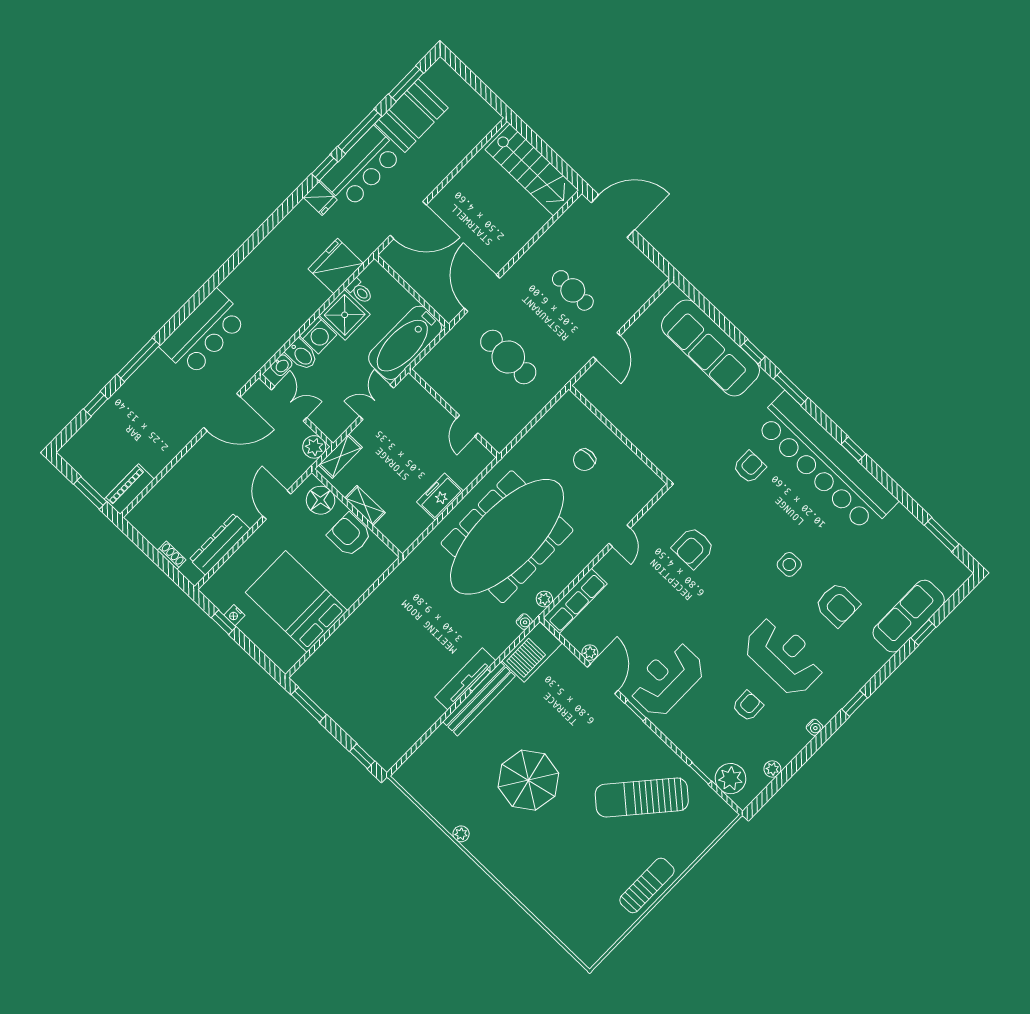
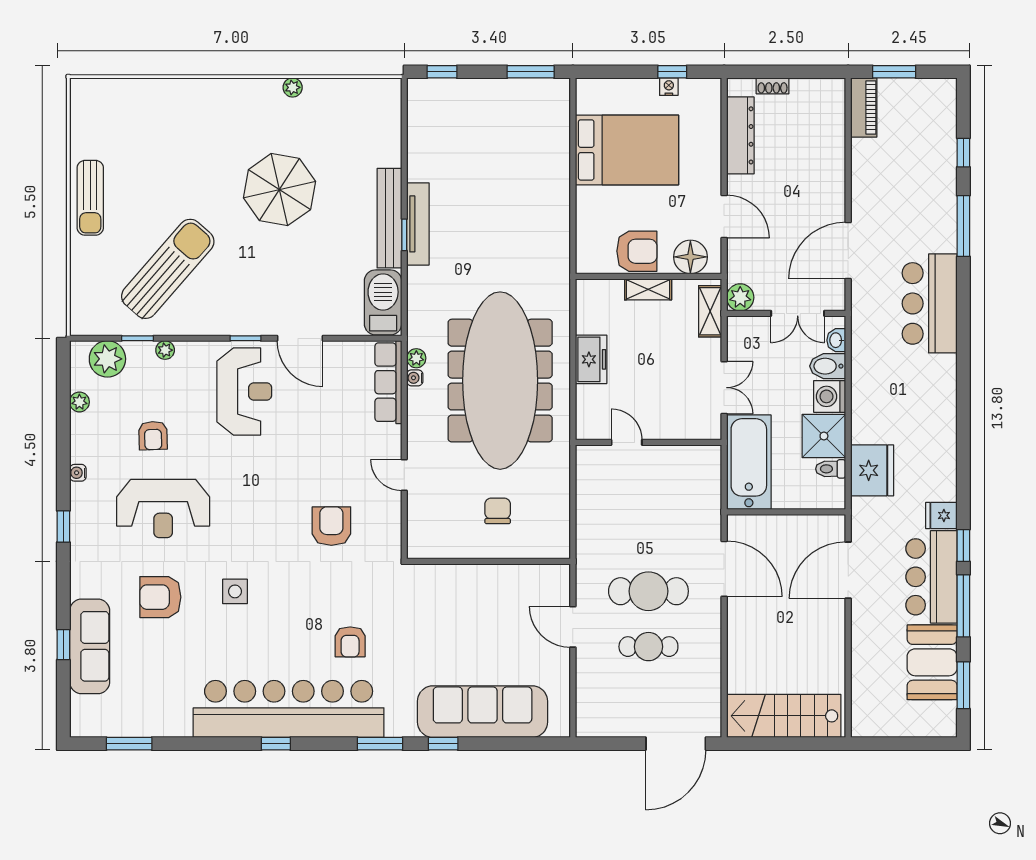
cafe table: (508, 357) -> (648, 591), moved
water cooler: (524, 622) -> (415, 378), moved
plant: (590, 653) -> (165, 350), moved

